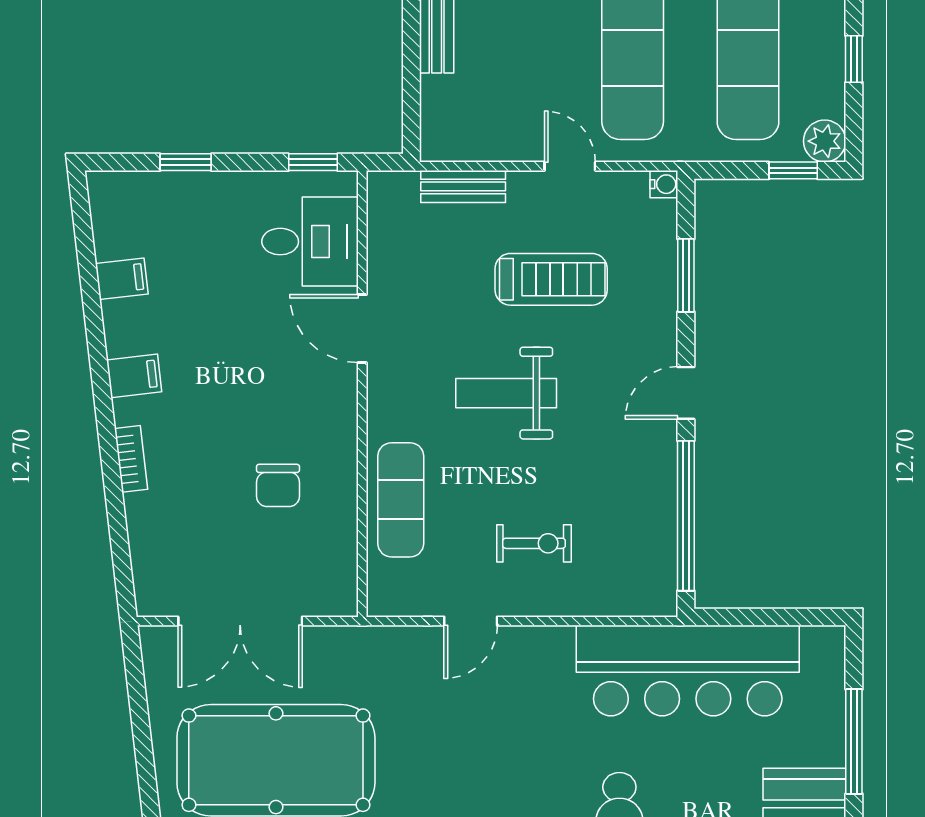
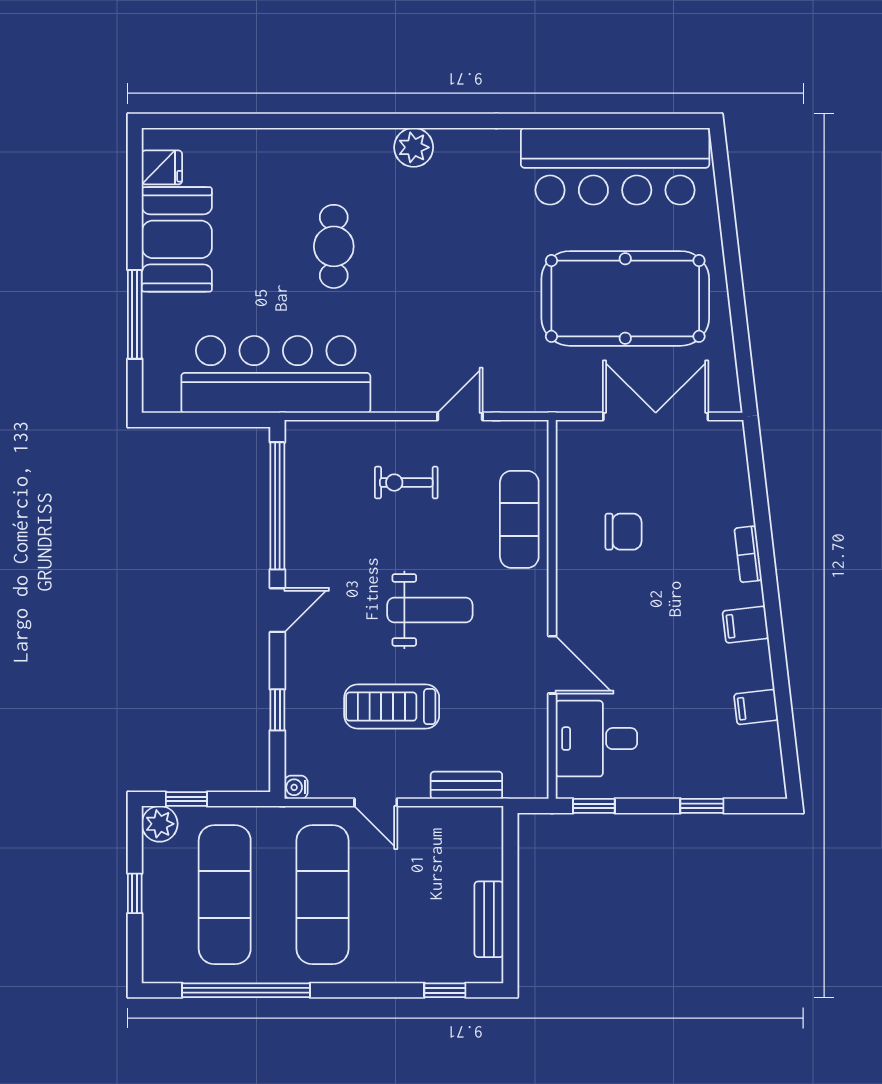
window: (686, 275) -> (277, 710), width x0.67
chair: (278, 485) -> (623, 532), turned 90

